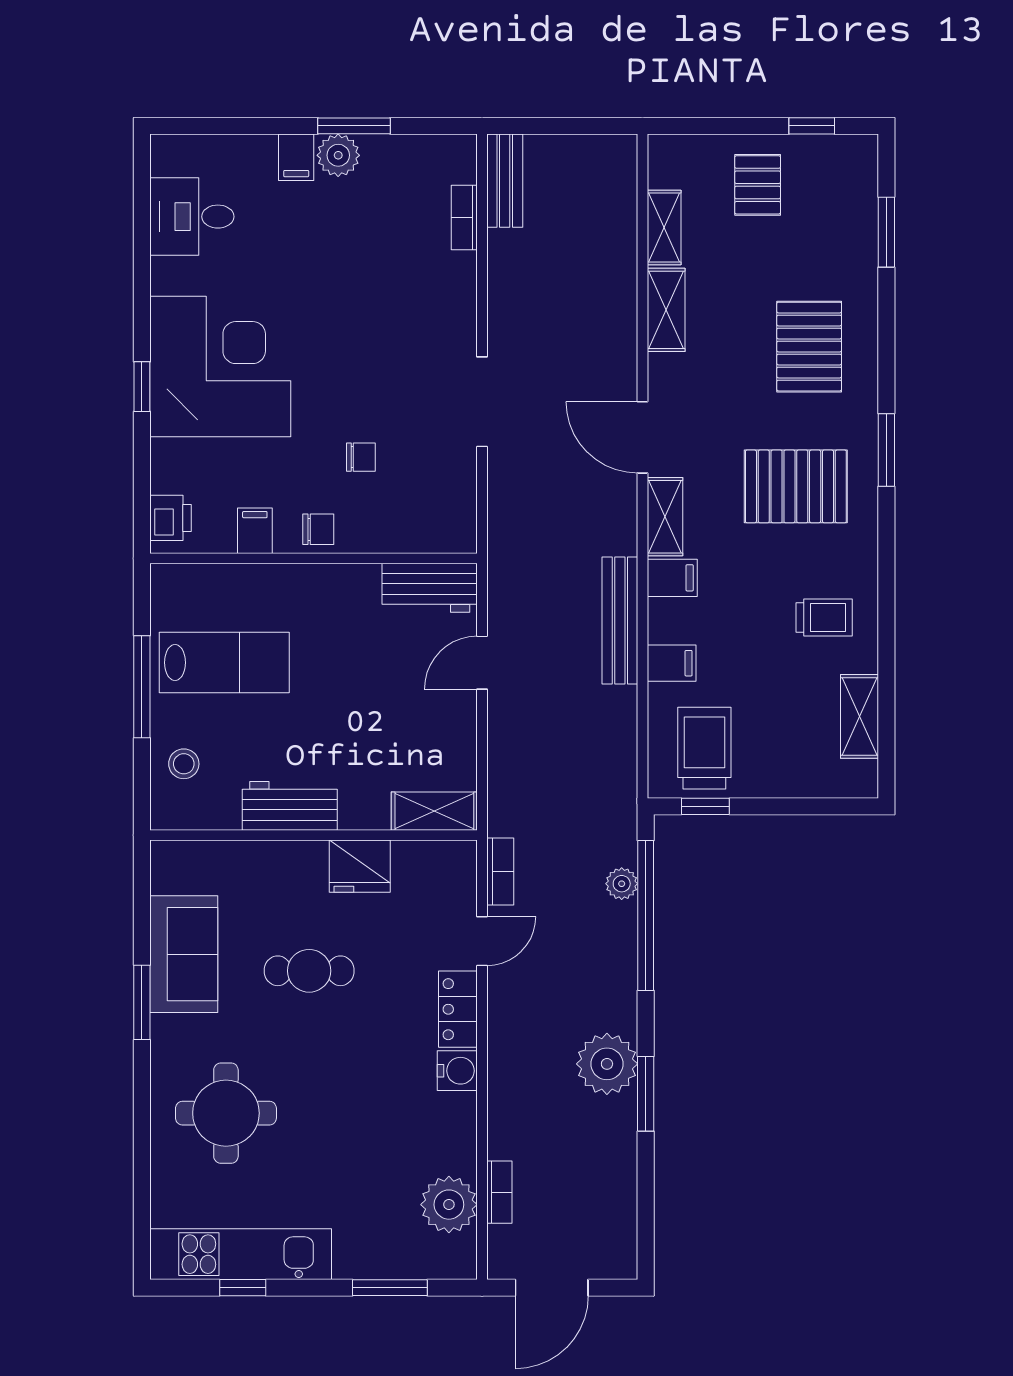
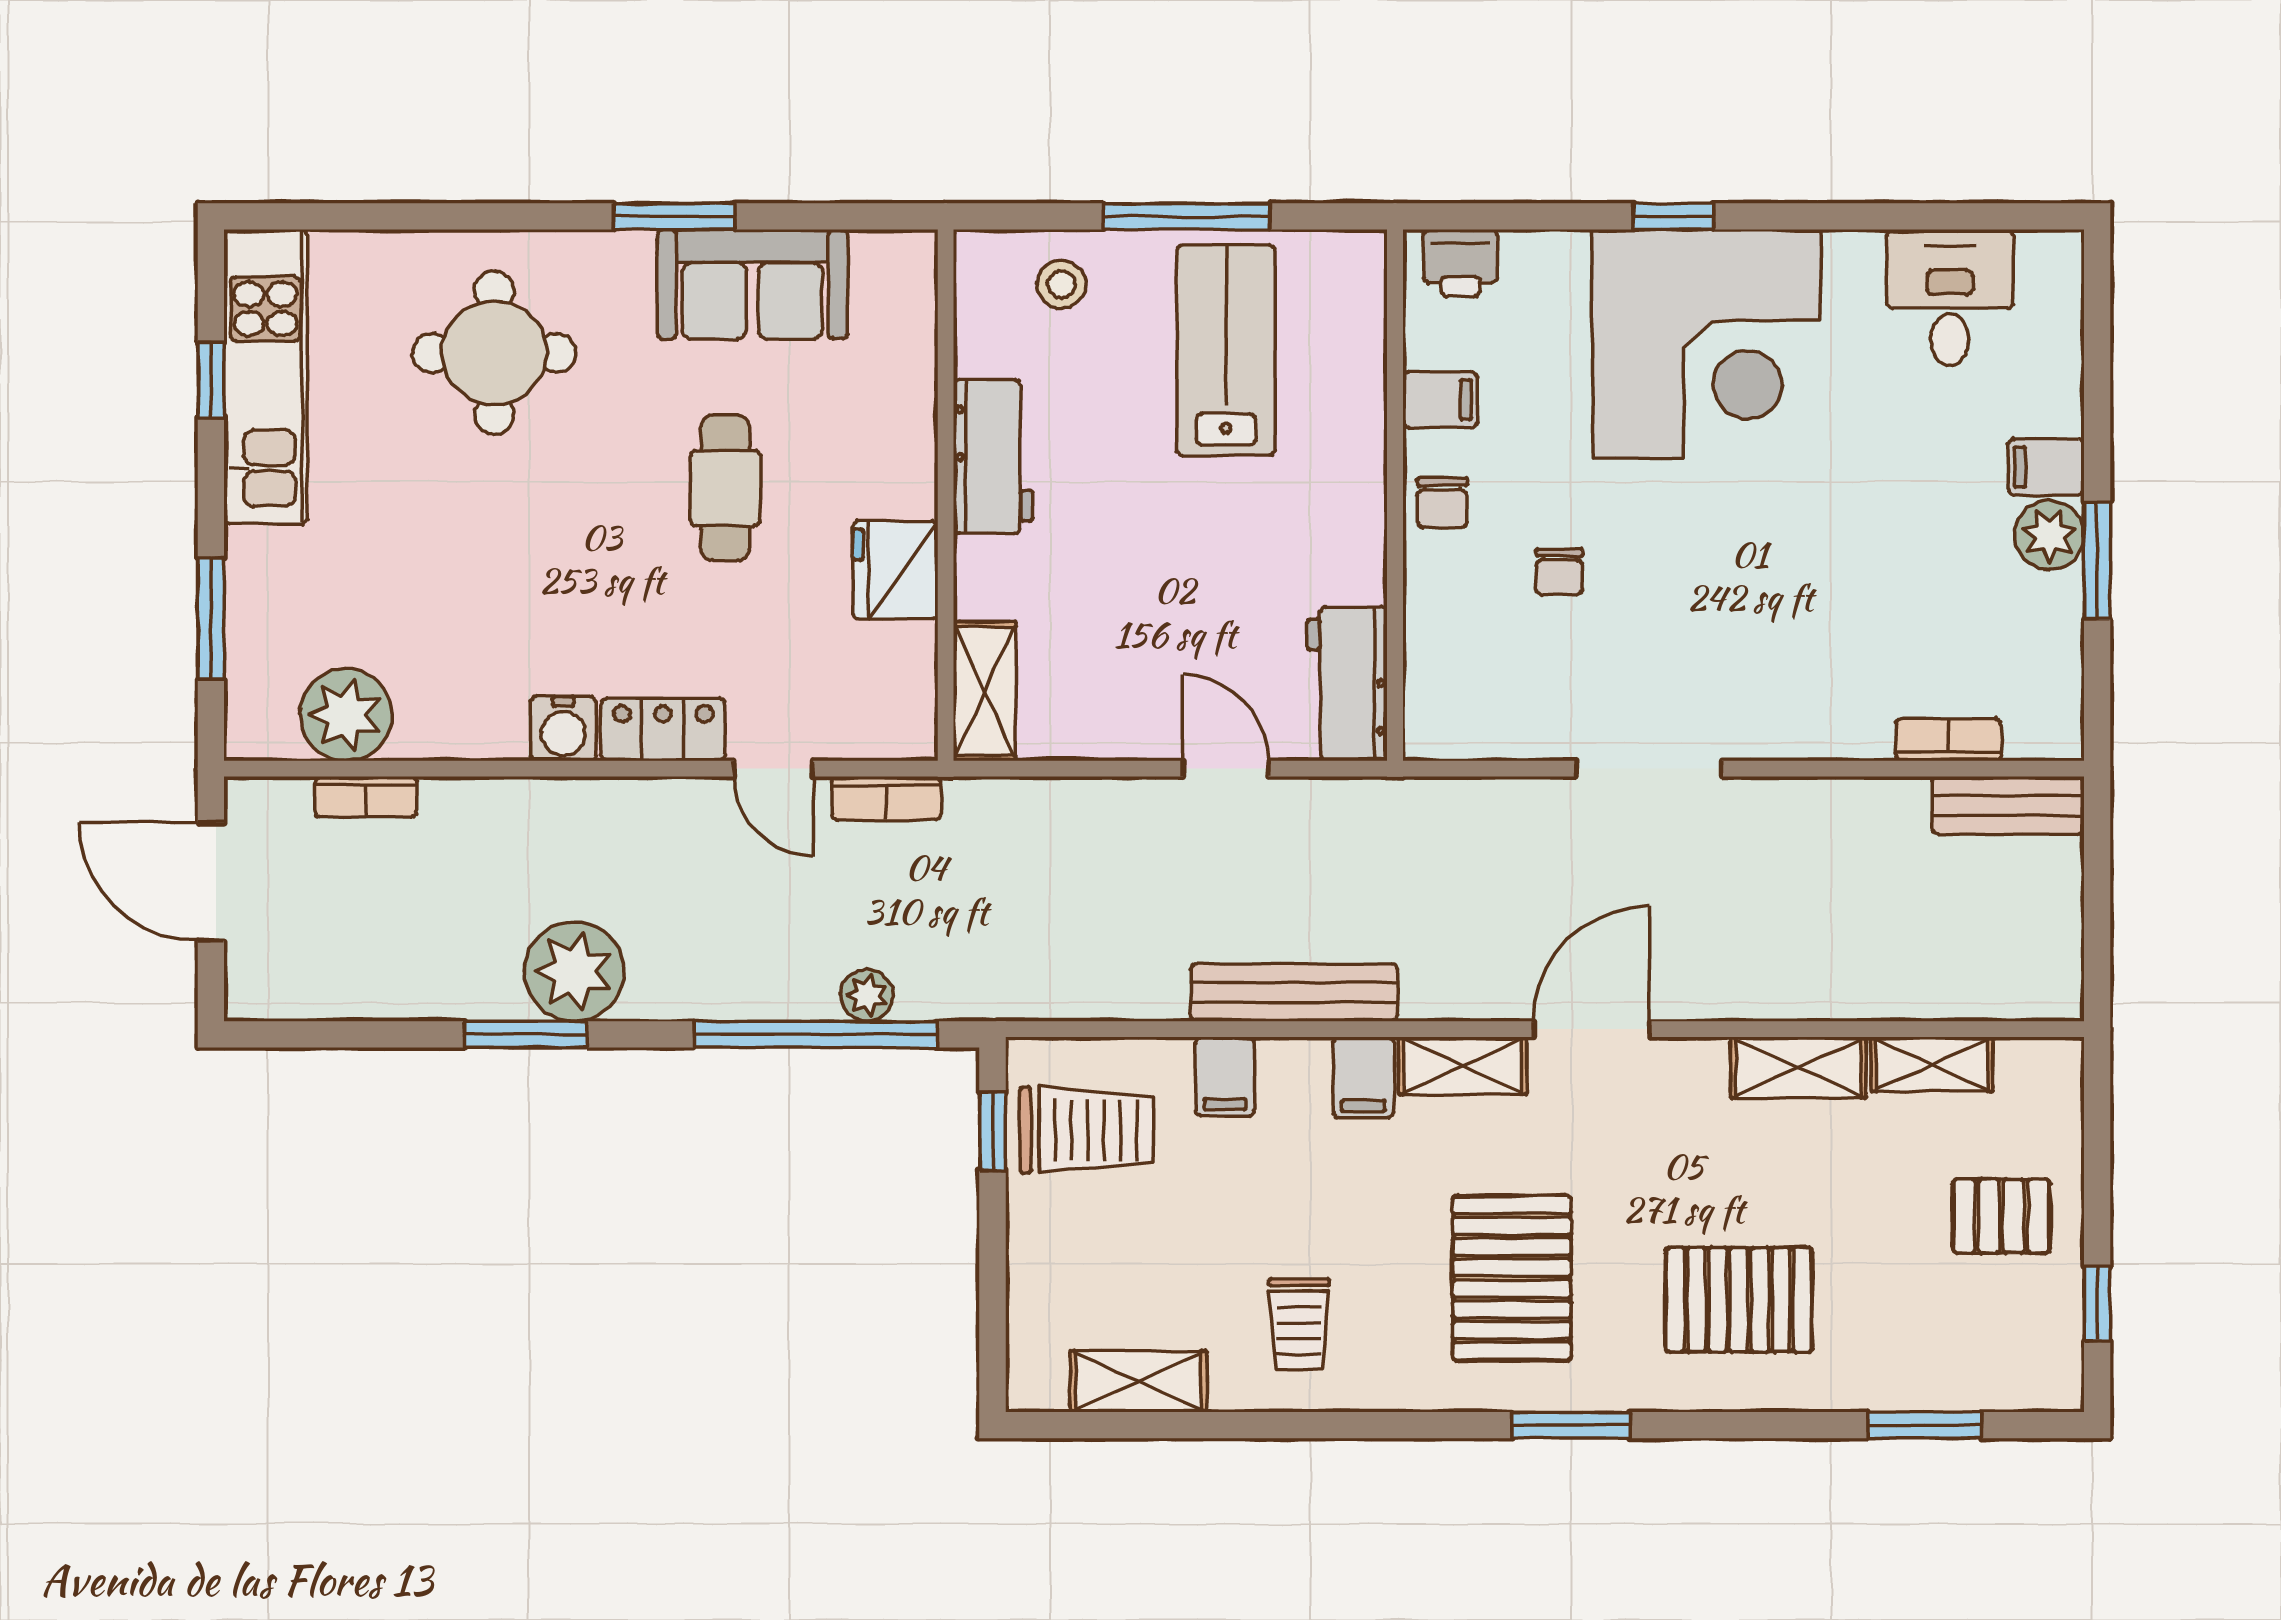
lab bench: (224, 663) -> (1226, 350), turned 180

